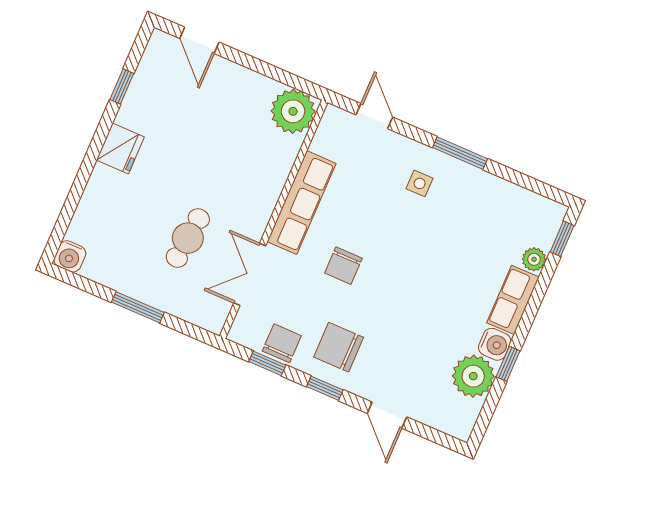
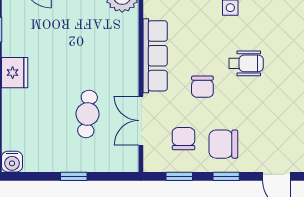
wheelchair: (409, 260) -> (246, 63), added
window: (138, 307) -> (74, 176), width x0.67
chair: (282, 343) -> (183, 139), moved

